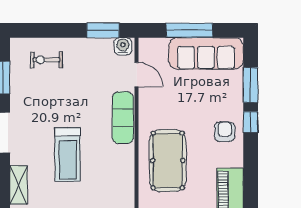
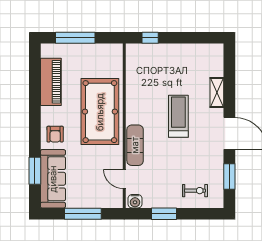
window: (103, 30) -> (164, 214), moved
sofa: (206, 53) -> (53, 179), moved, turned 90
window: (251, 122) -> (35, 142), removed
pool table: (168, 161) -> (100, 112), width x1.36, depth x1.32

